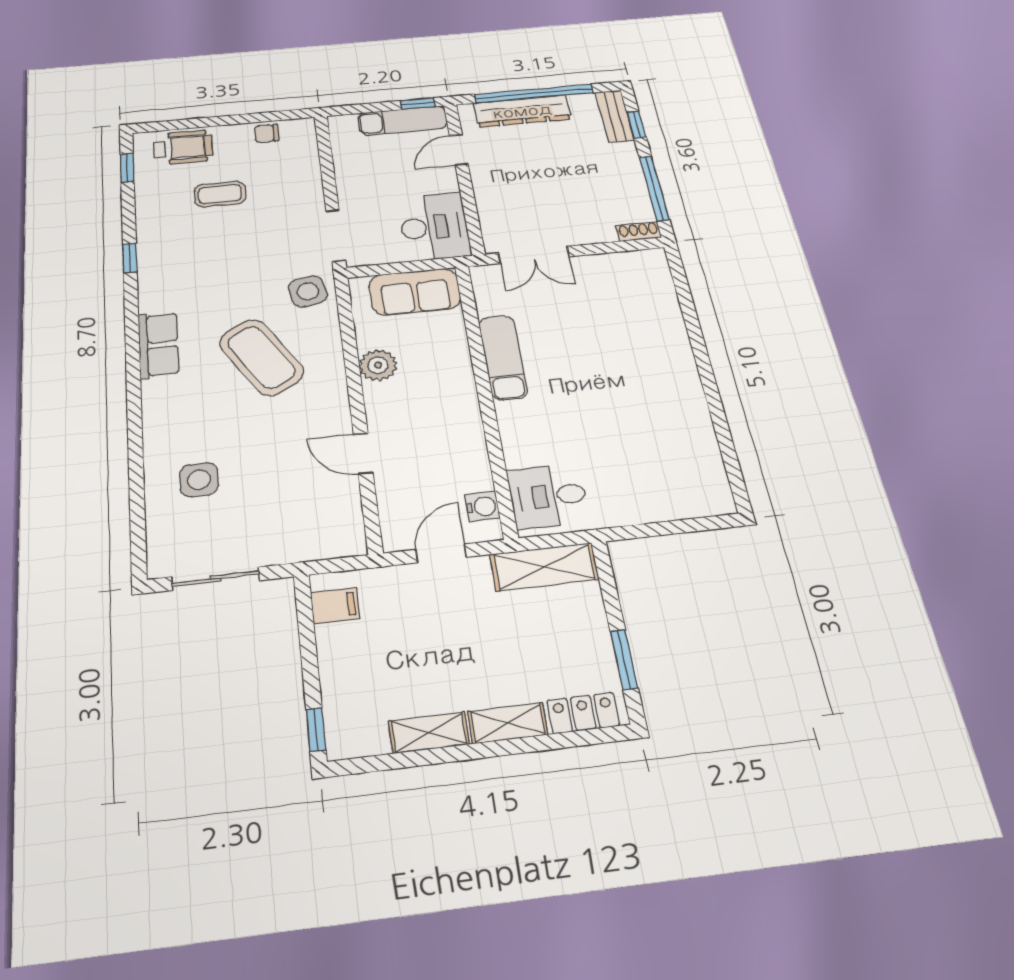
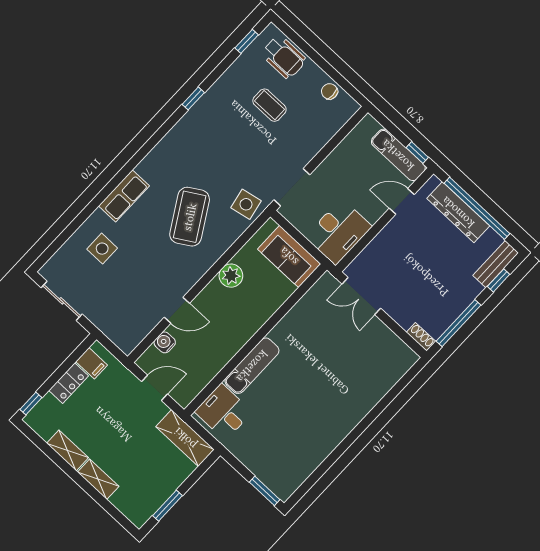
row of seats: (159, 345) -> (124, 196), moved
exam couch: (503, 357) -> (252, 366), moved
door: (363, 453) -> (177, 310), swing flipped
water cooler: (482, 507) -> (165, 342), moved, turned 180
window: (701, 524) -> (265, 491), added
locker: (583, 713) -> (69, 383), moved, turned 90

